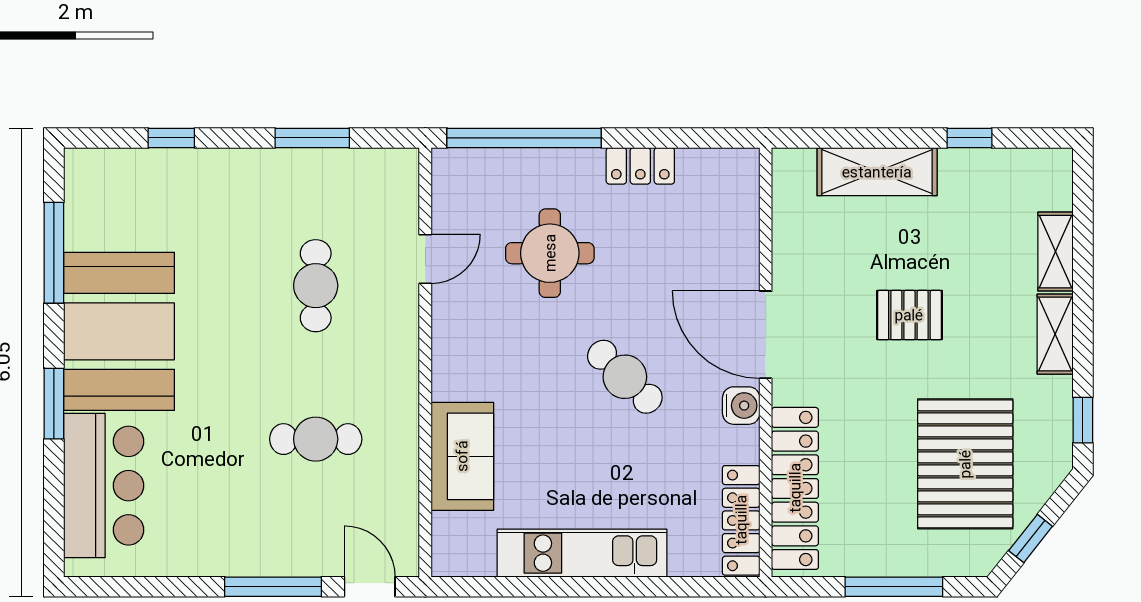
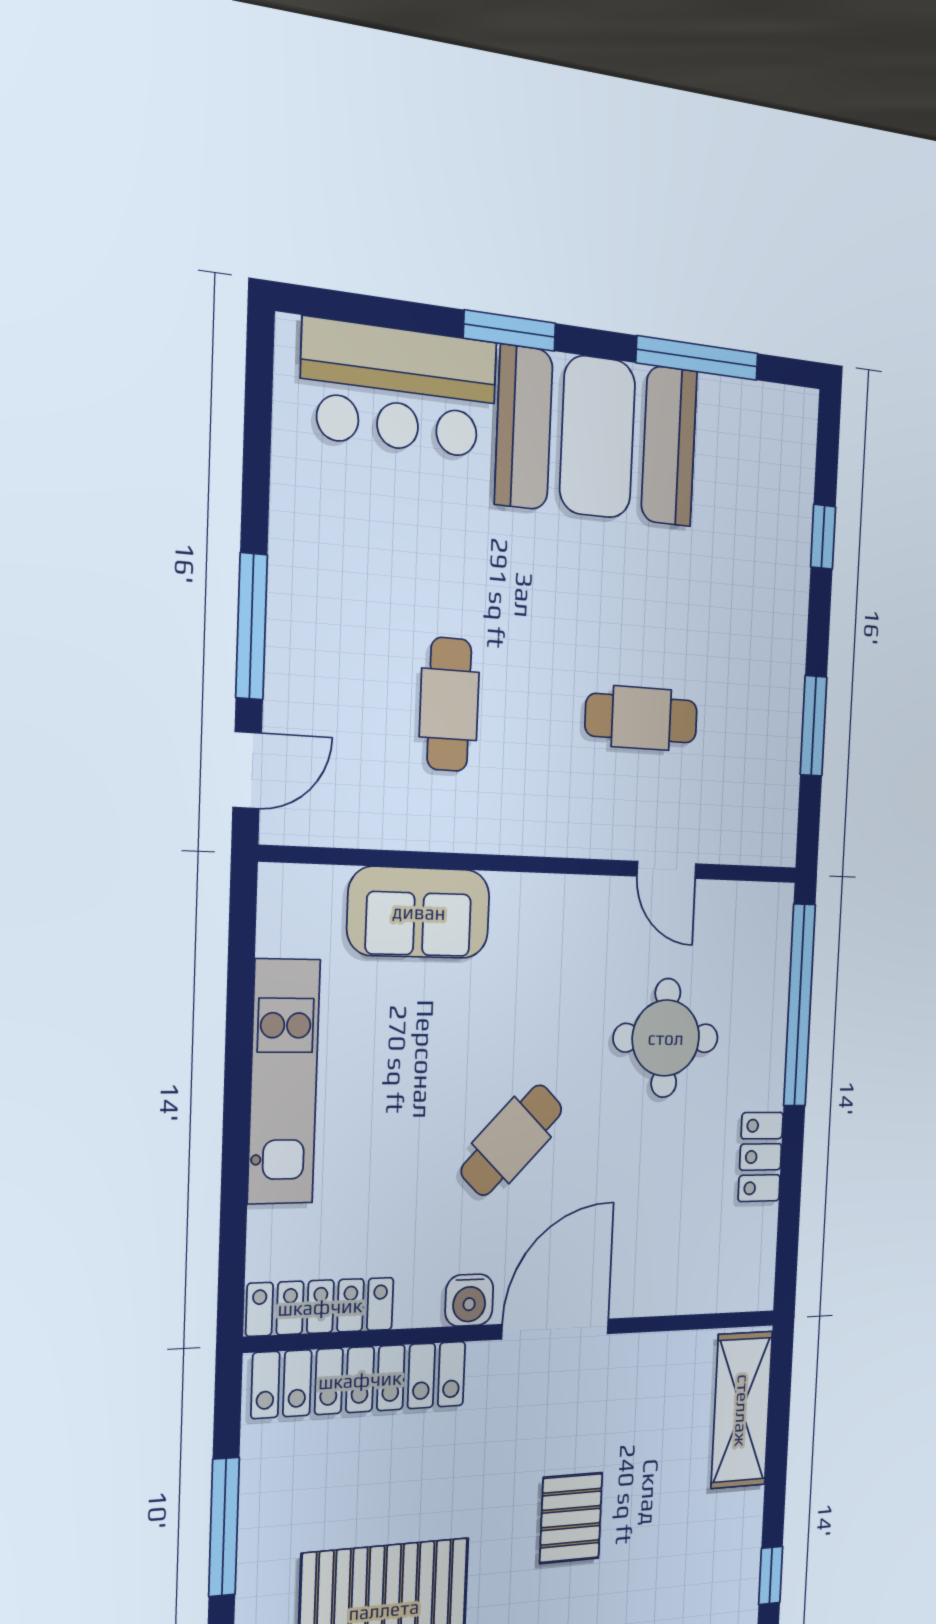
shelving: (877, 172) -> (742, 1410), moved

